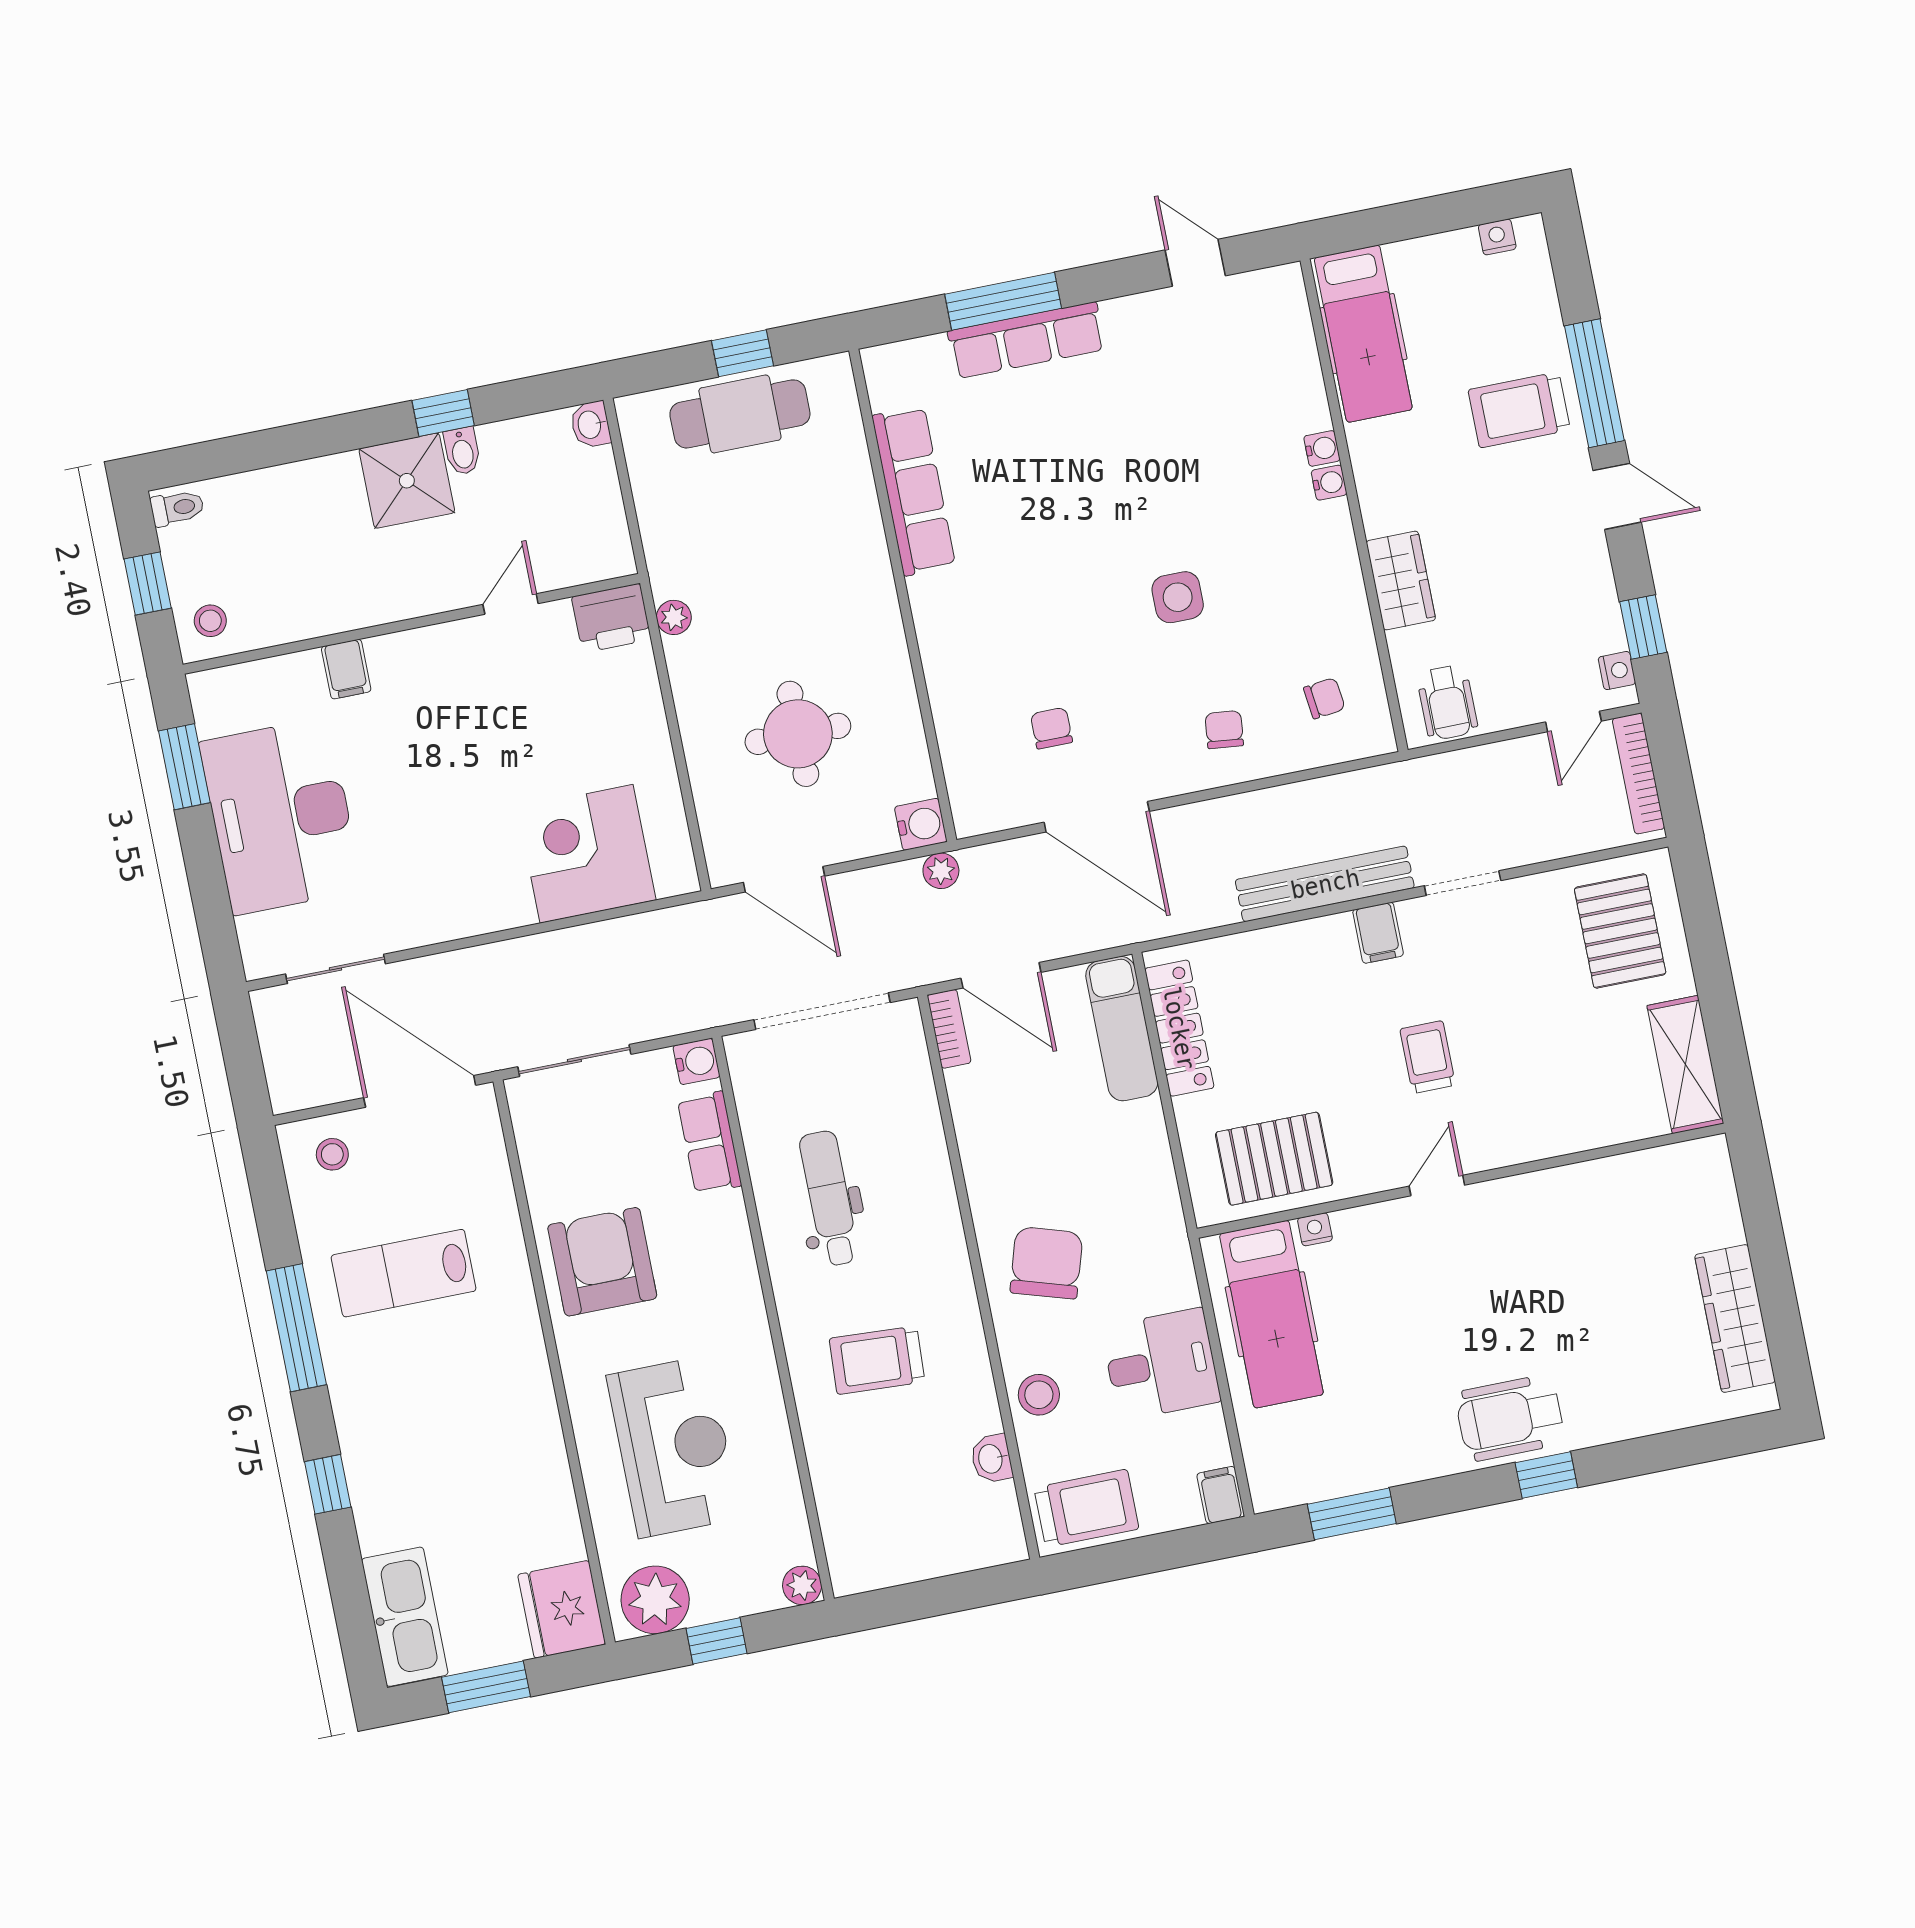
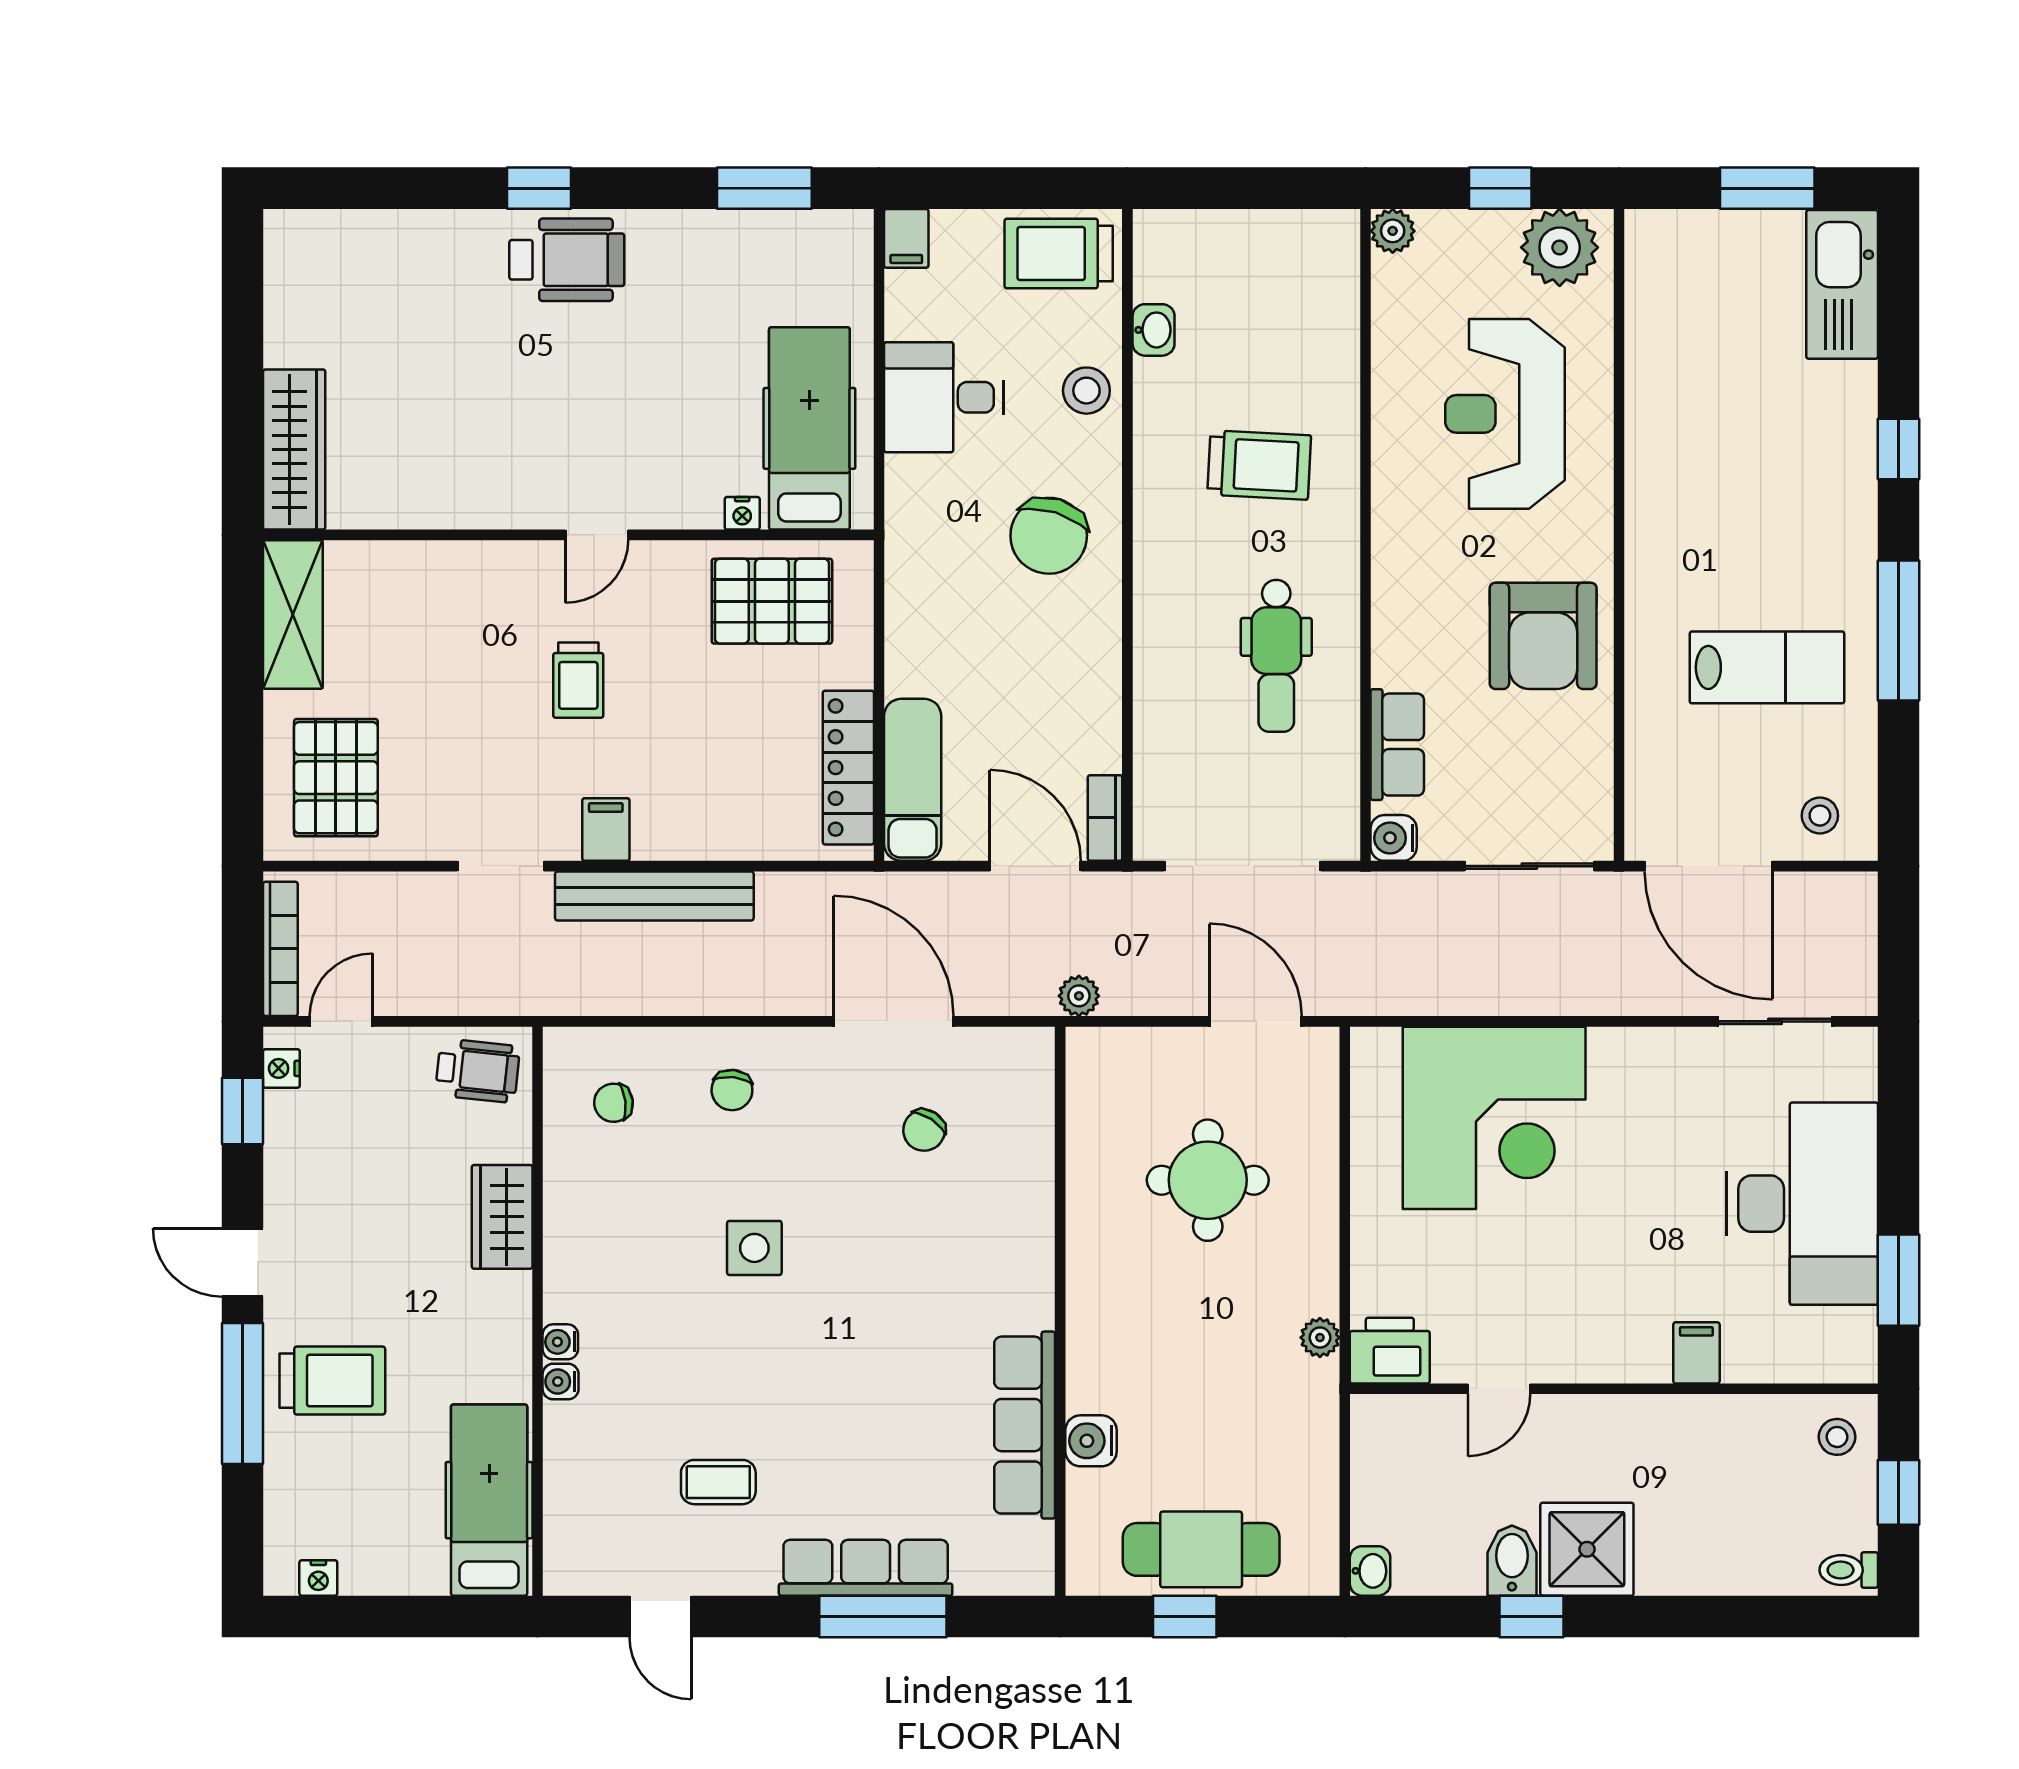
coffee table: (1168, 389) -> (718, 1482), added
bidet: (462, 451) -> (1512, 1561), width x1.38, depth x1.36
wheelchair: (1447, 702) -> (478, 1071), turned 96
chair: (1051, 728) -> (924, 1130), turned 33
water cooler: (921, 824) -> (1091, 1441), moved
corner desk: (586, 854) -> (1494, 1118), width x1.36, depth x1.36
wardrobe: (1735, 1319) -> (294, 450), moved
fridge: (562, 1609) -> (1666, 258), removed

